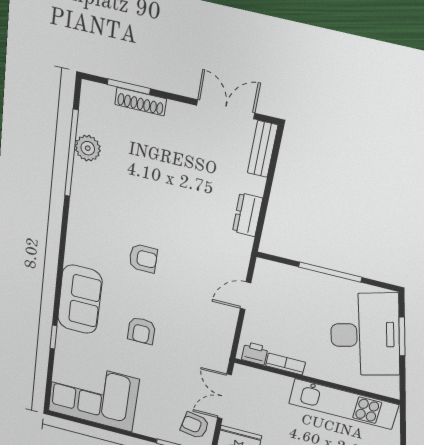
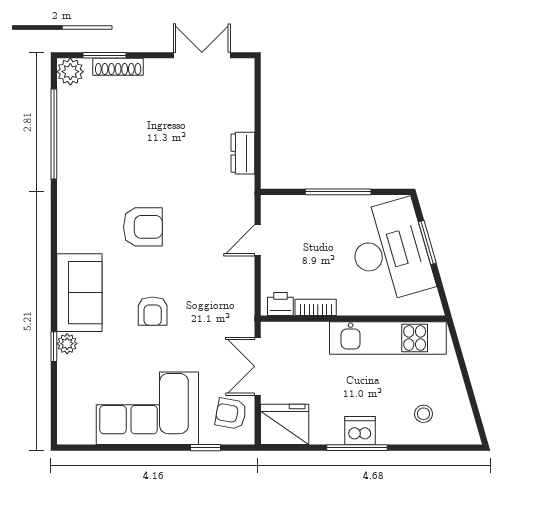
plant: (88, 148) -> (70, 72), moved
bench: (263, 149) -> (245, 85), removed
armchair: (143, 258) -> (143, 227), width x1.38, depth x1.38
plant: (65, 338) -> (67, 344), added
corner sofa: (93, 395) -> (147, 408), moved

